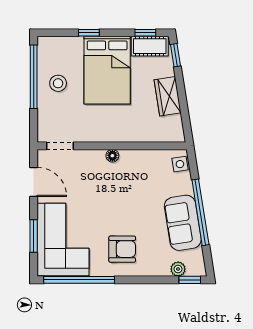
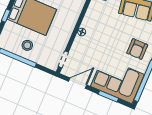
armchair: (122, 249) -> (137, 49), turned 180

